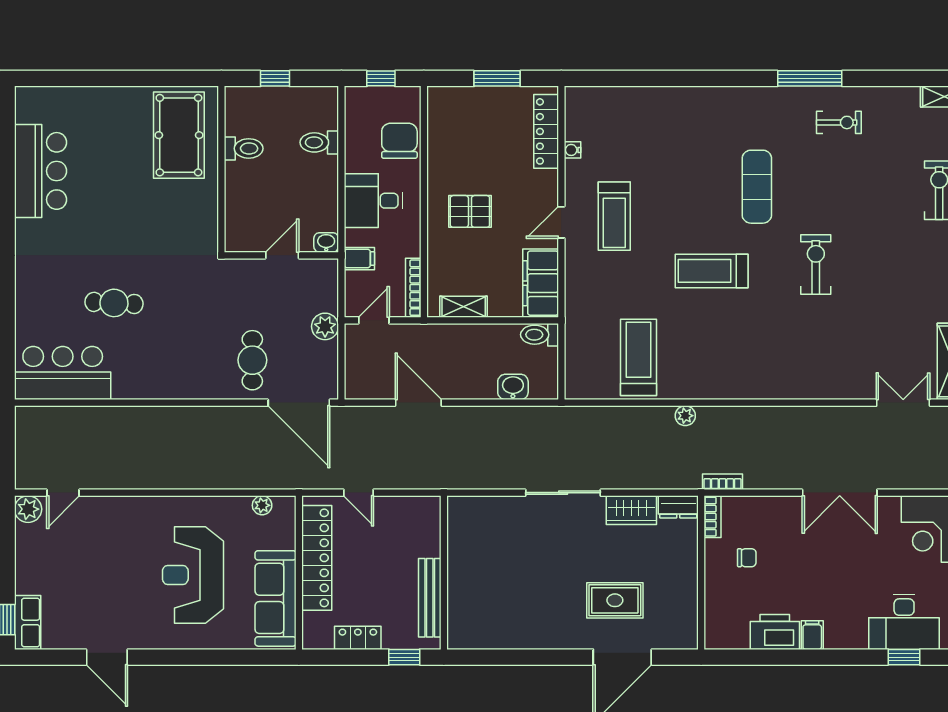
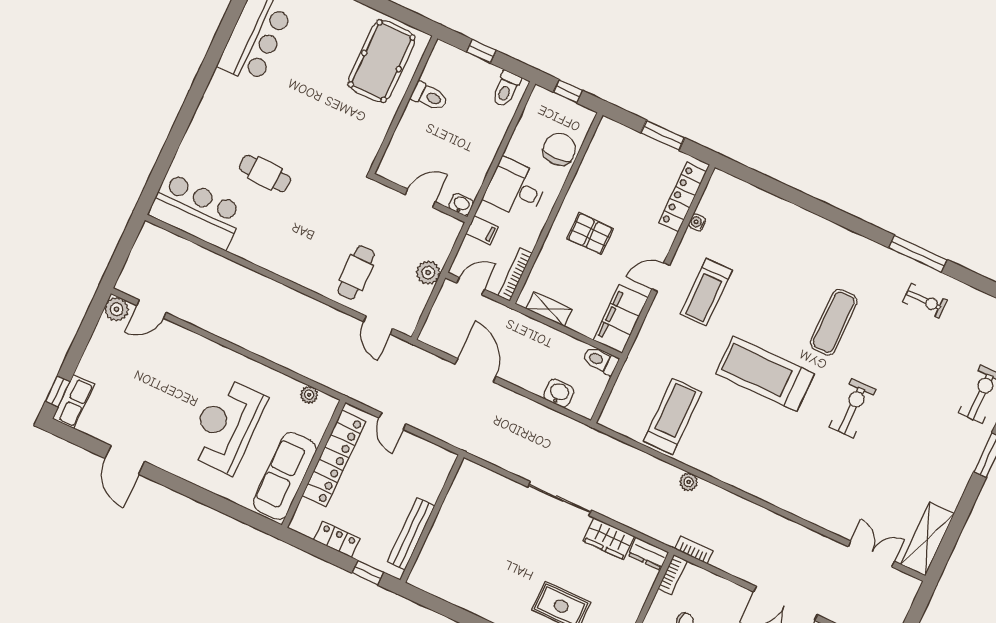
toilet: (319, 142) -> (506, 89), moved, turned -90
treadmill: (712, 271) -> (765, 374), width x1.37, depth x1.38
door: (299, 403) -> (378, 325), width x0.53

